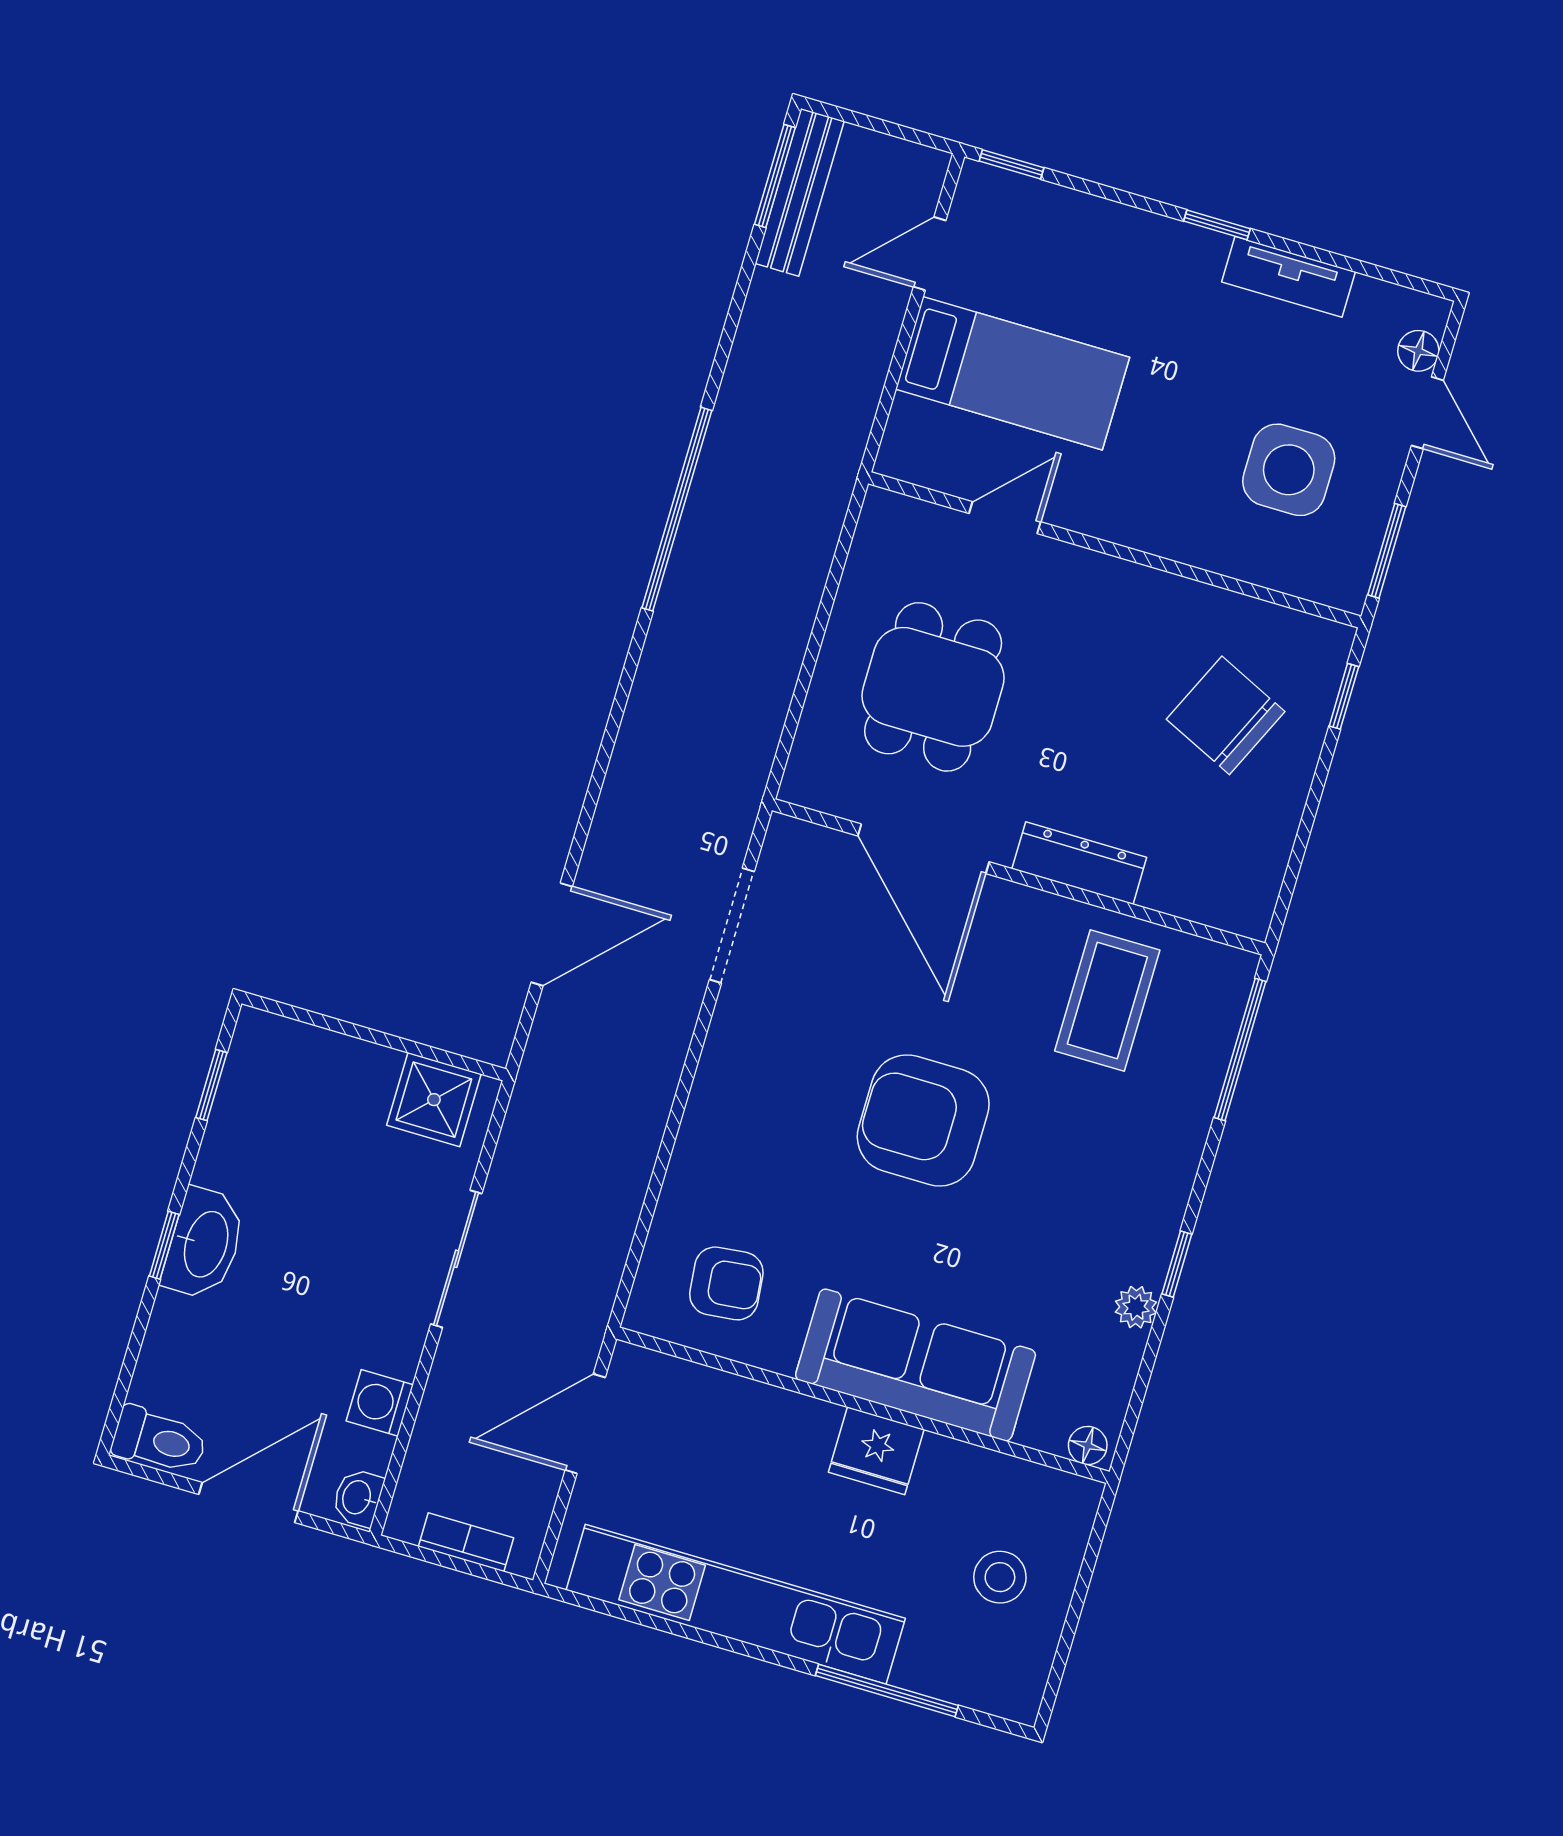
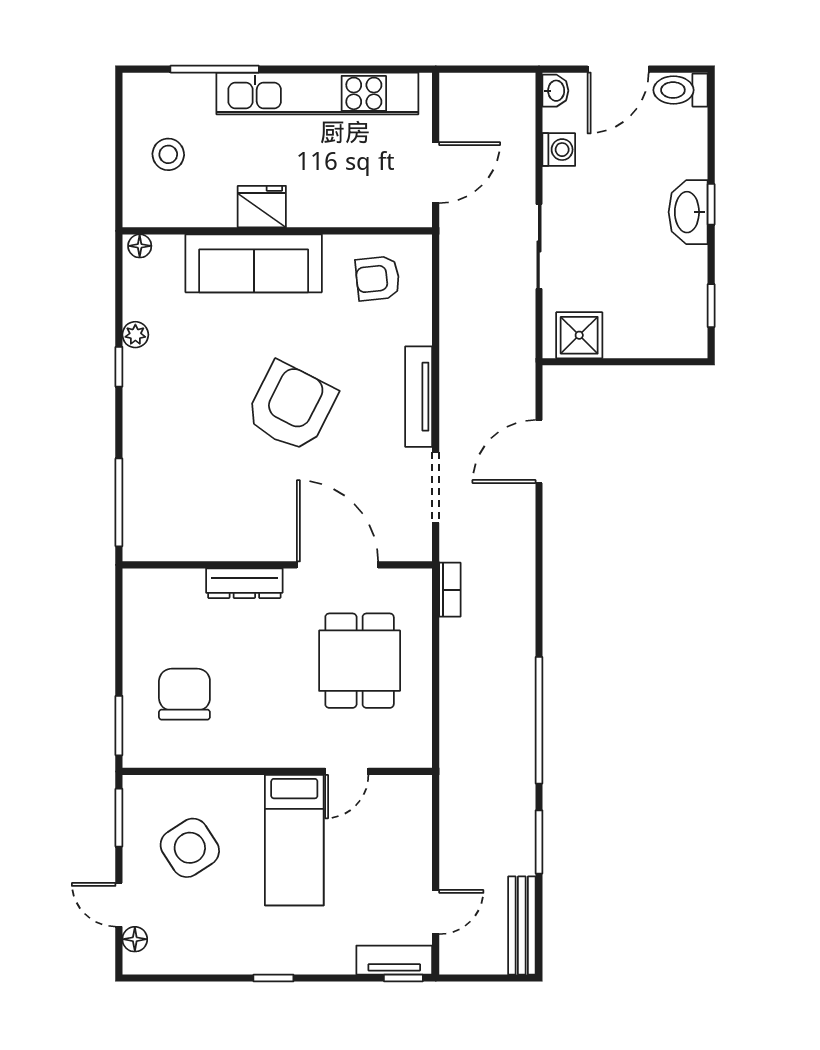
window: (775, 176) -> (539, 842), moved
tv unit: (1289, 277) -> (394, 960), moved
bed: (1013, 373) -> (294, 840), moved, turned -90
side table: (1289, 470) -> (190, 848), turned -33
window: (1344, 696) -> (119, 726), width x1.50
chair: (1226, 715) -> (184, 694), turned -115
coffee table: (1107, 1001) -> (205, 508), removed
tv unit: (717, 1077) -> (419, 397), added
armchair: (923, 1120) -> (291, 407), turned -63
bookcase: (466, 1542) -> (450, 590), moved, turned -90

